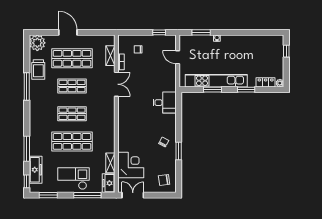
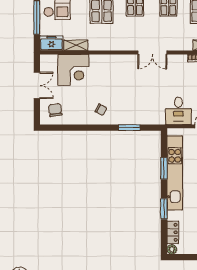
double door: (116, 84) -> (152, 53), moved
desk: (165, 103) -> (178, 111), moved
window: (179, 151) -> (129, 128), moved
double door: (133, 195) -> (37, 85), moved

